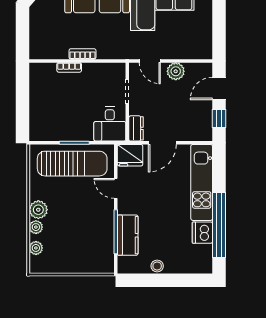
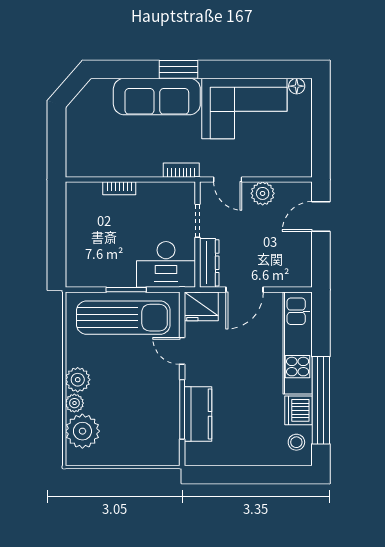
bookcase: (82, 54) -> (181, 170), moved
window: (219, 119) -> (321, 257), removed
desk: (110, 124) -> (166, 264), width x1.37
dresser: (136, 128) -> (209, 263), width x1.44
plant: (36, 248) -> (82, 431), width x1.87, depth x1.87
stool: (157, 266) -> (296, 442), moved

